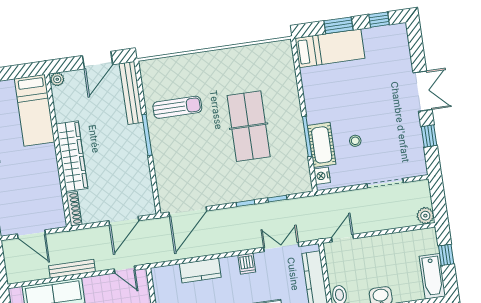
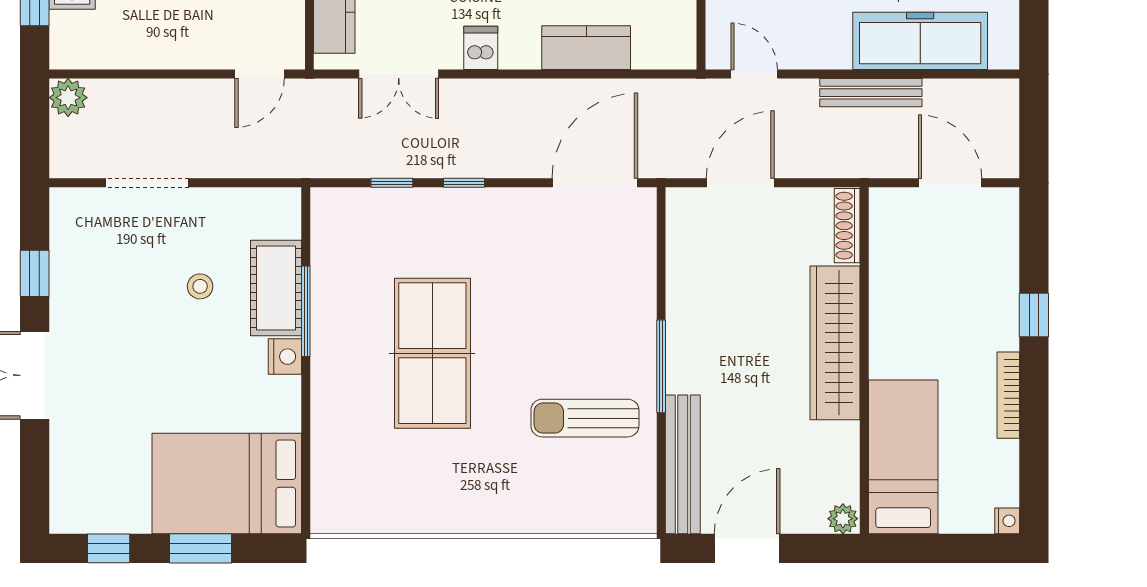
bed: (330, 48) -> (227, 483), width x1.50
nightstand: (322, 176) -> (285, 357), moved

